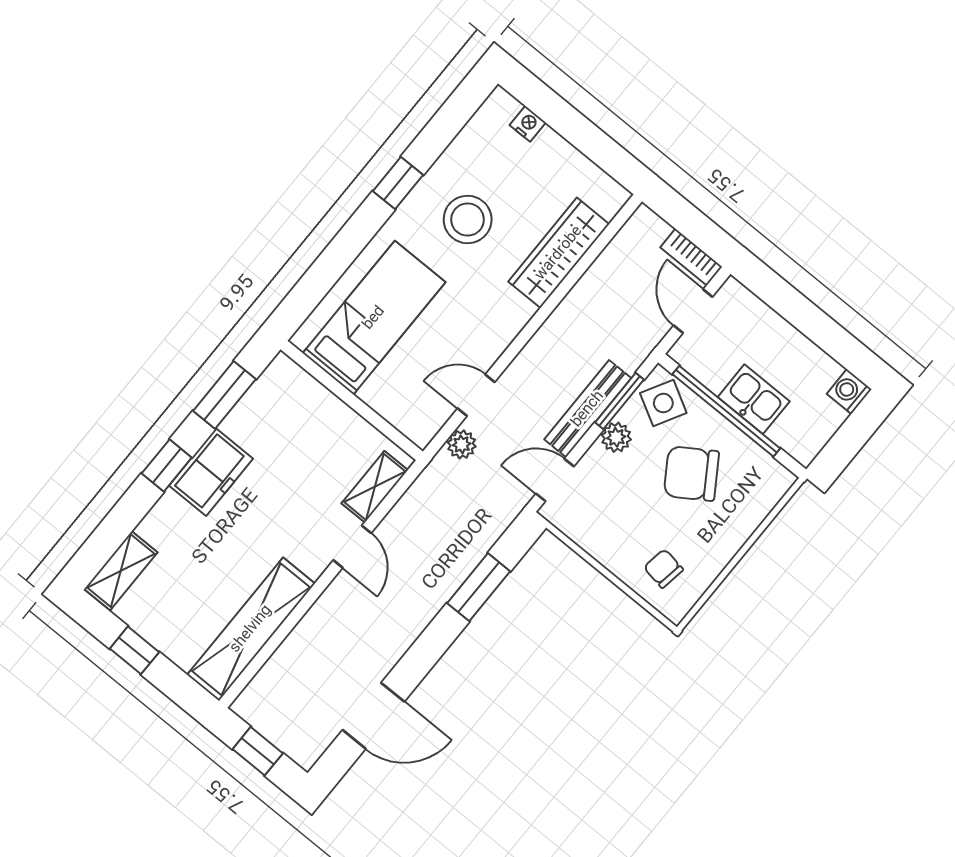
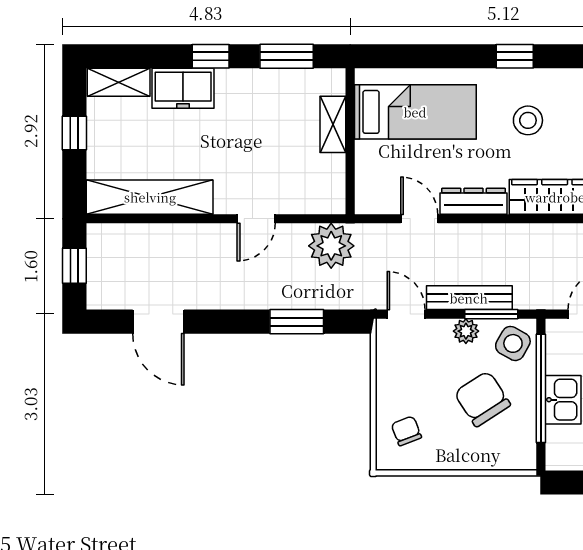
stool: (468, 219) -> (528, 120), width x0.73, depth x0.73
dresser: (501, 331) -> (474, 201), added
plant: (462, 444) -> (331, 246), moved, width x1.87, depth x1.87
freezer: (211, 472) -> (183, 88), moved
shelving: (375, 487) -> (333, 124), moved, turned 90
chair: (663, 568) -> (406, 431), turned -30

